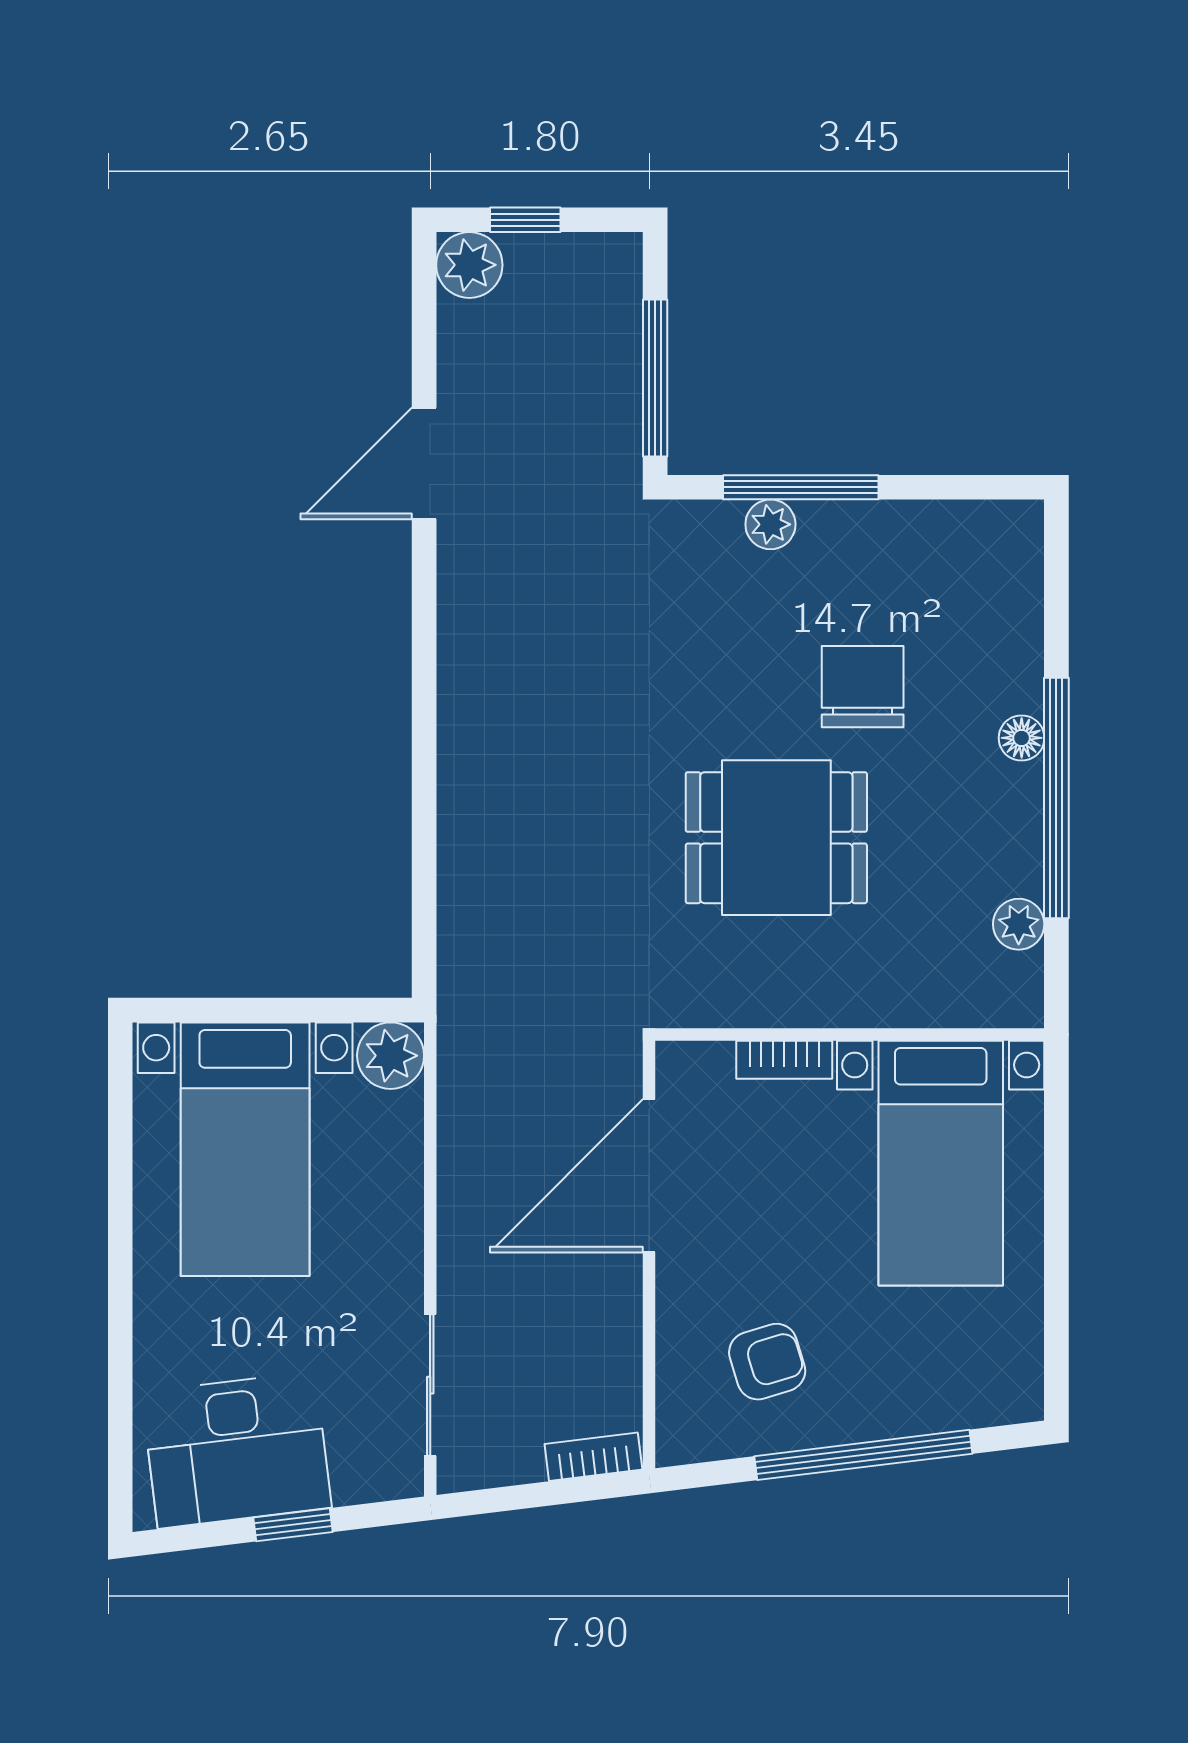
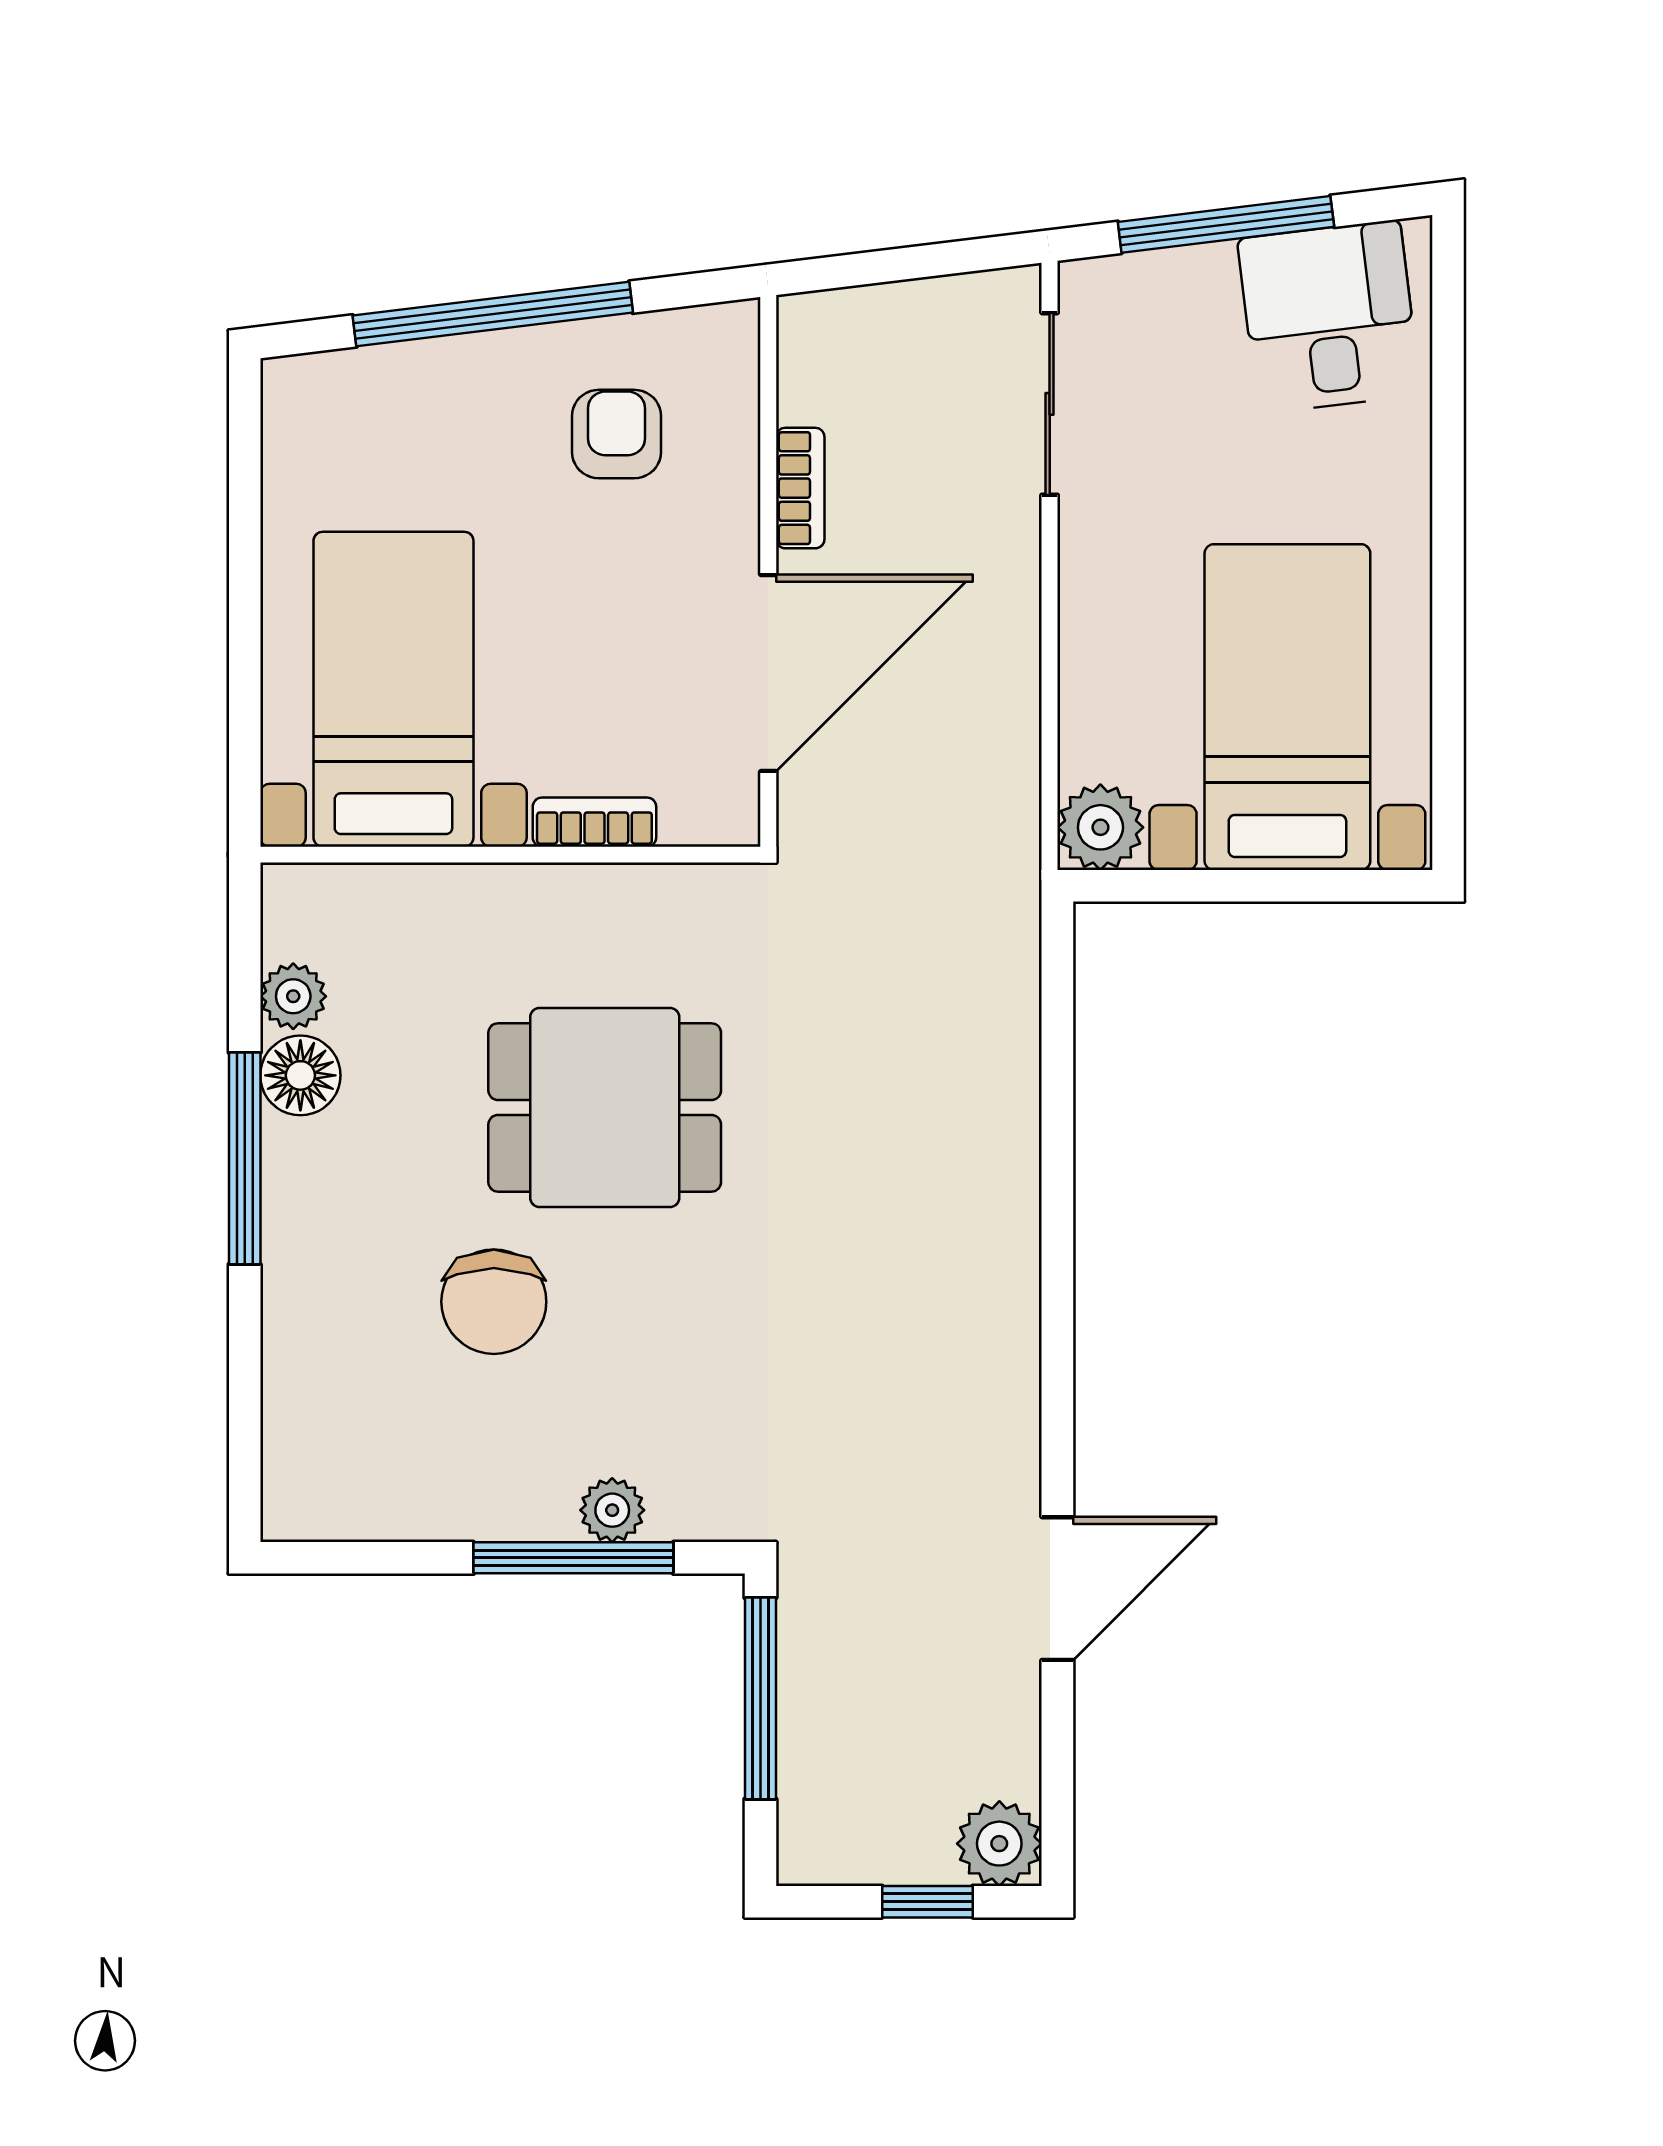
floor lamp: (1022, 738) -> (300, 1075), moved, width x1.37, depth x1.37
window: (1056, 798) -> (245, 1158), width x0.68
armchair: (767, 1362) -> (617, 434), turned 107
desk: (236, 1450) -> (1329, 317), width x0.73
bookcase: (593, 1457) -> (800, 488), moved, turned -83
window: (293, 1525) -> (1226, 224), width x2.17

